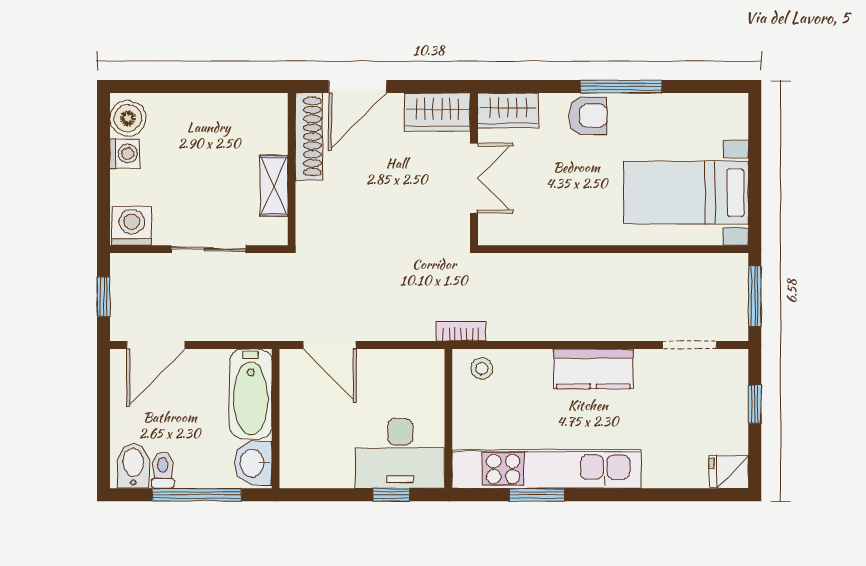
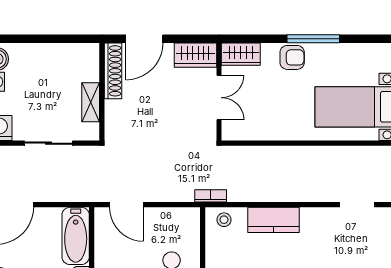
kitchen counter: (593, 369) -> (273, 220), moved

